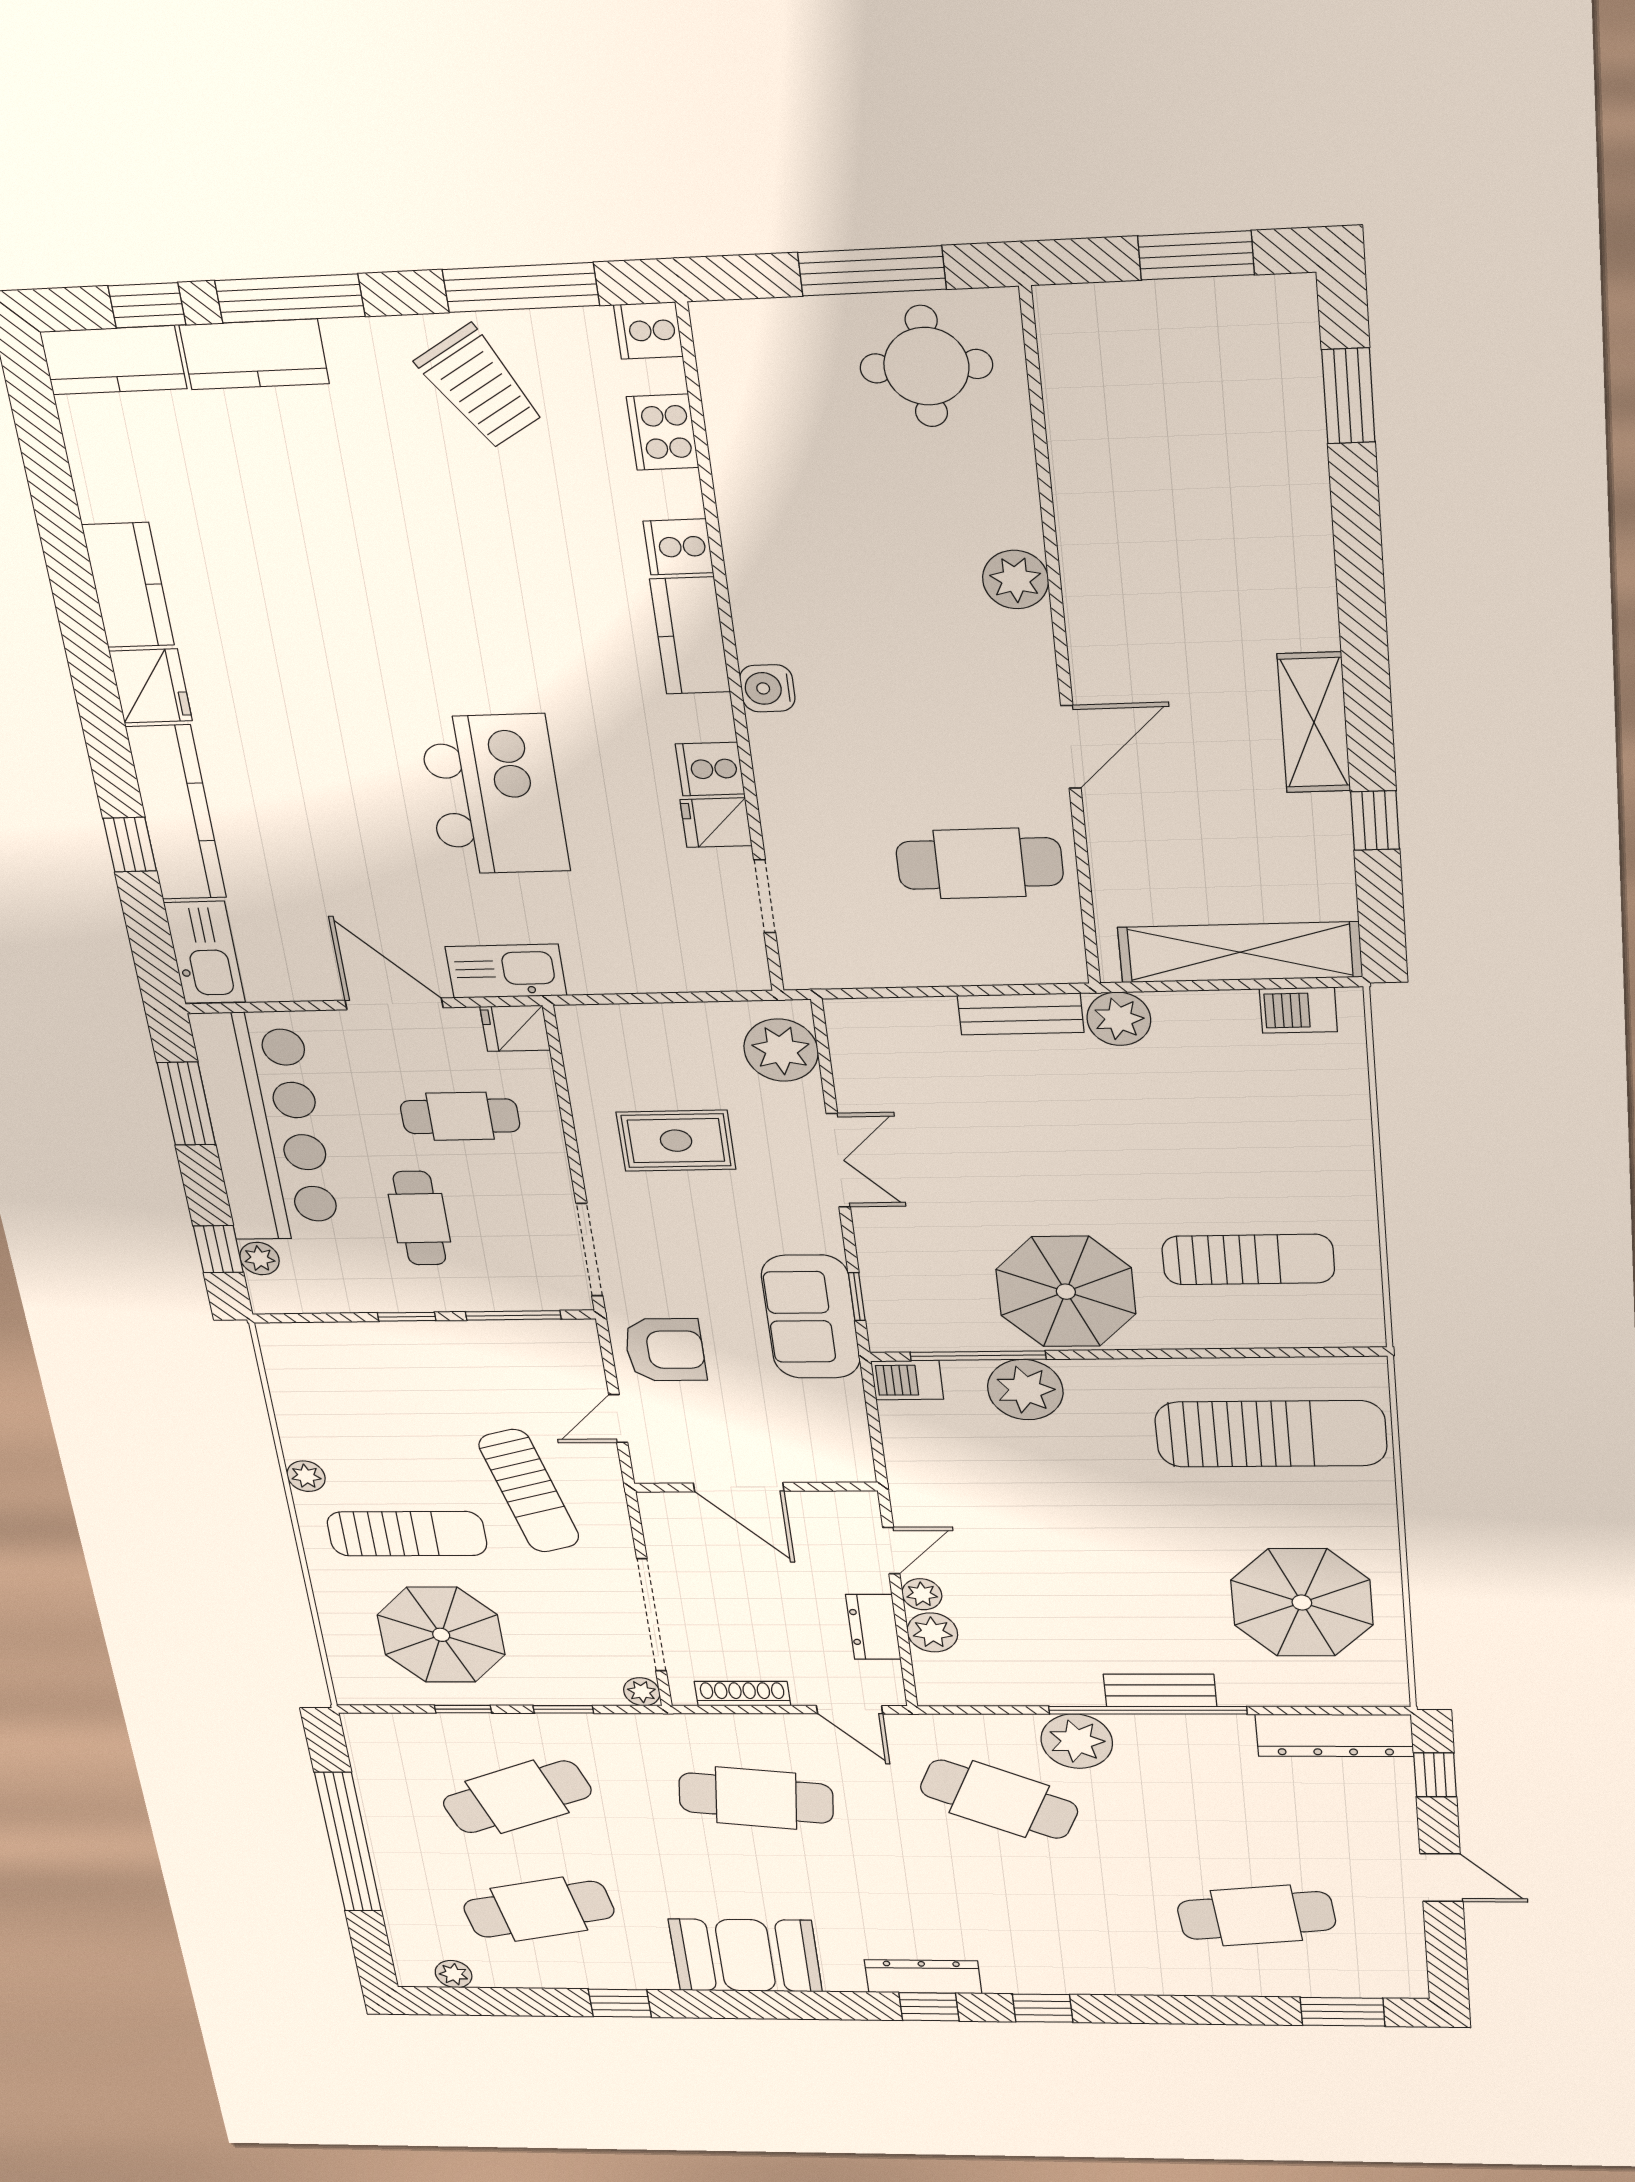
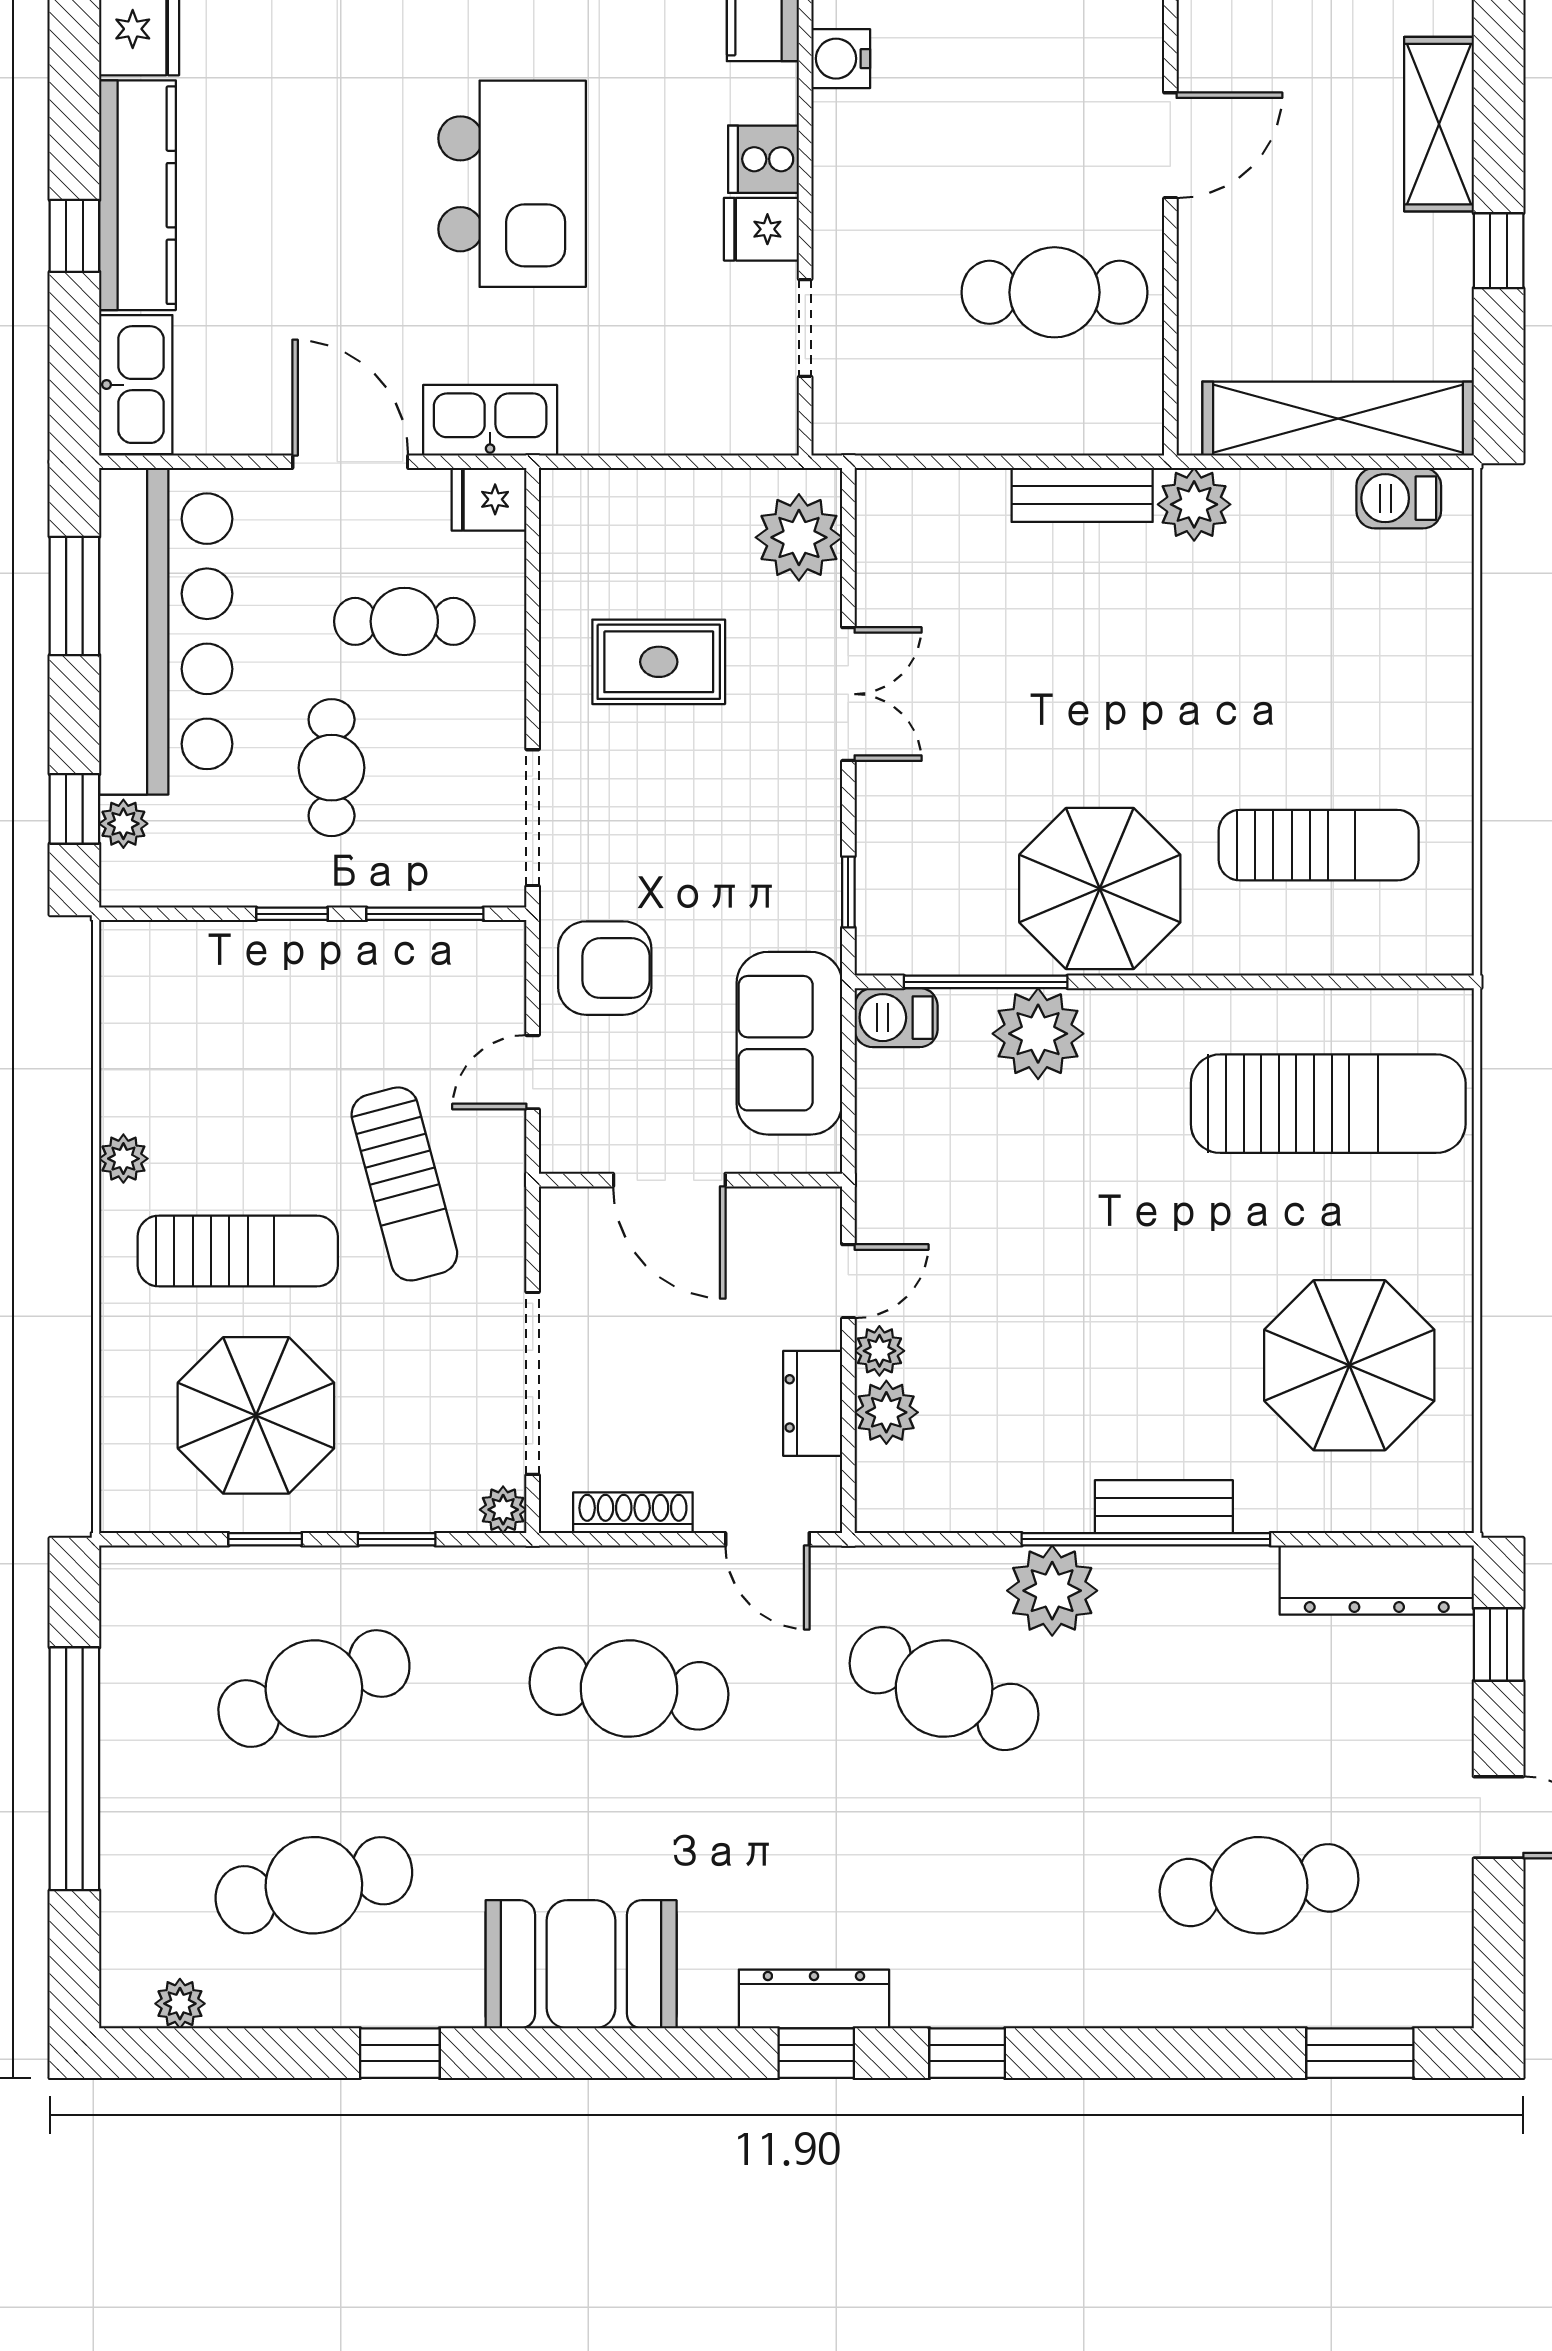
sofa: (811, 1317) -> (789, 1043), moved

